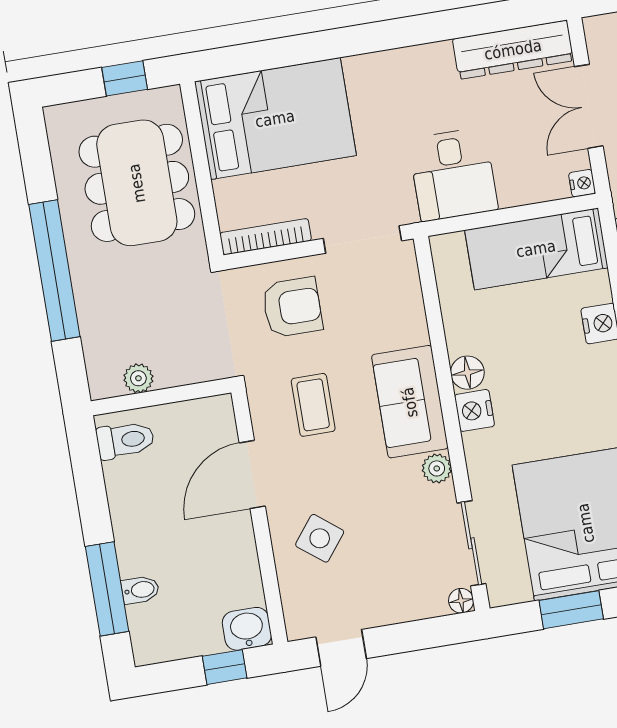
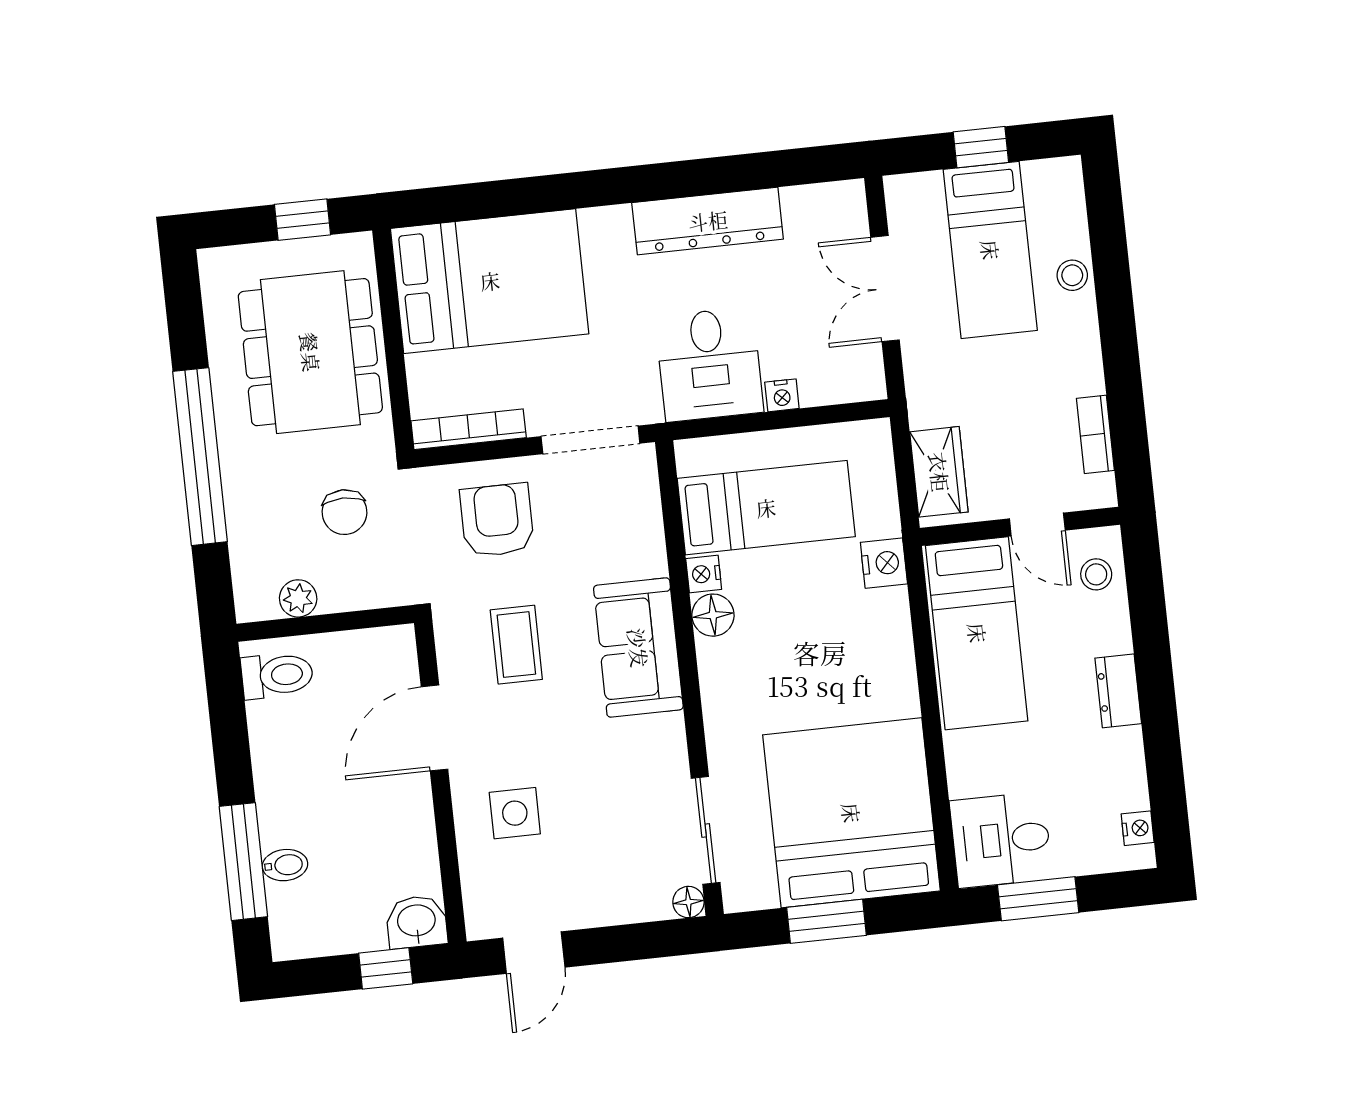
dresser: (513, 50) -> (708, 221), moved
nightstand: (582, 183) -> (782, 395), moved, turned 90
bed: (536, 249) -> (766, 508), moved, turned 180
armchair: (292, 307) -> (497, 520), turned -90
chair: (171, 308) -> (344, 512), added
nightstand: (474, 410) -> (704, 574), moved, width x0.72, depth x0.74
plant: (437, 468) -> (667, 734), removed
side table: (320, 538) -> (515, 813), turned -38

